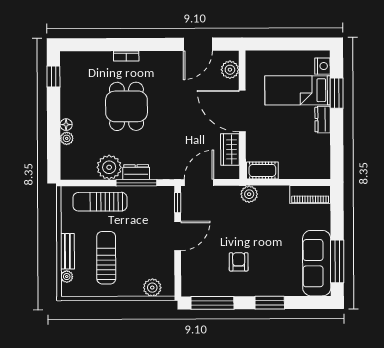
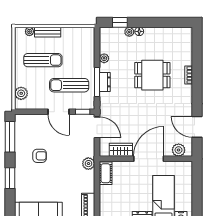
window: (53, 77) -> (120, 22), moved
plant: (109, 167) -> (104, 58), width x0.53, depth x0.53
sun lounger: (100, 202) -> (69, 85), moved, turned -90

